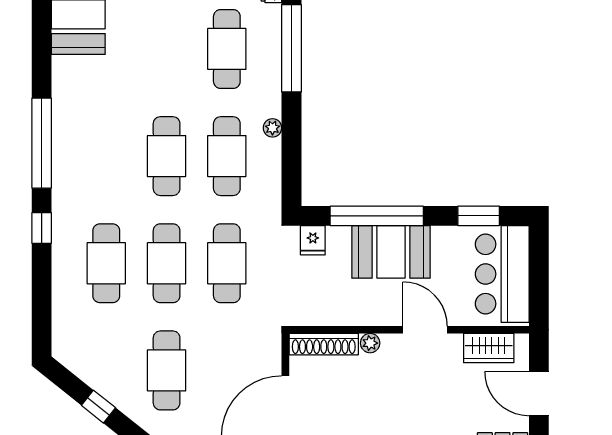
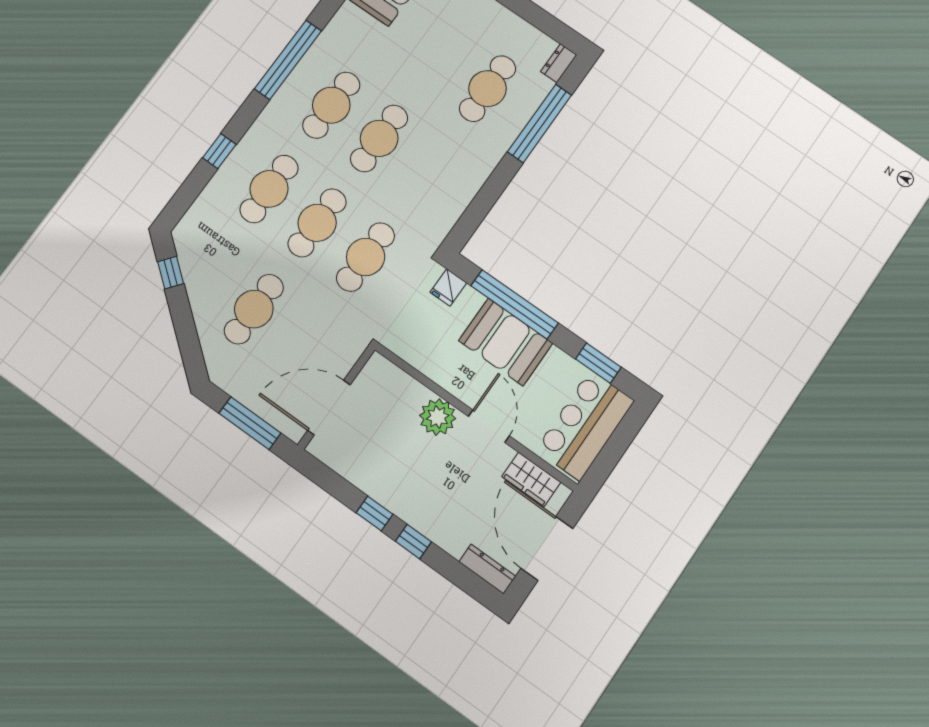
plant: (272, 128) -> (480, 175), removed
cafe table: (227, 156) -> (331, 105), moved
window: (42, 228) -> (219, 151), moved
plant: (370, 343) -> (438, 417), width x1.88, depth x1.88
shoe rack: (324, 344) -> (397, 379), removed
door: (539, 394) -> (547, 548), width x1.36
window: (98, 407) -> (171, 273), moved

